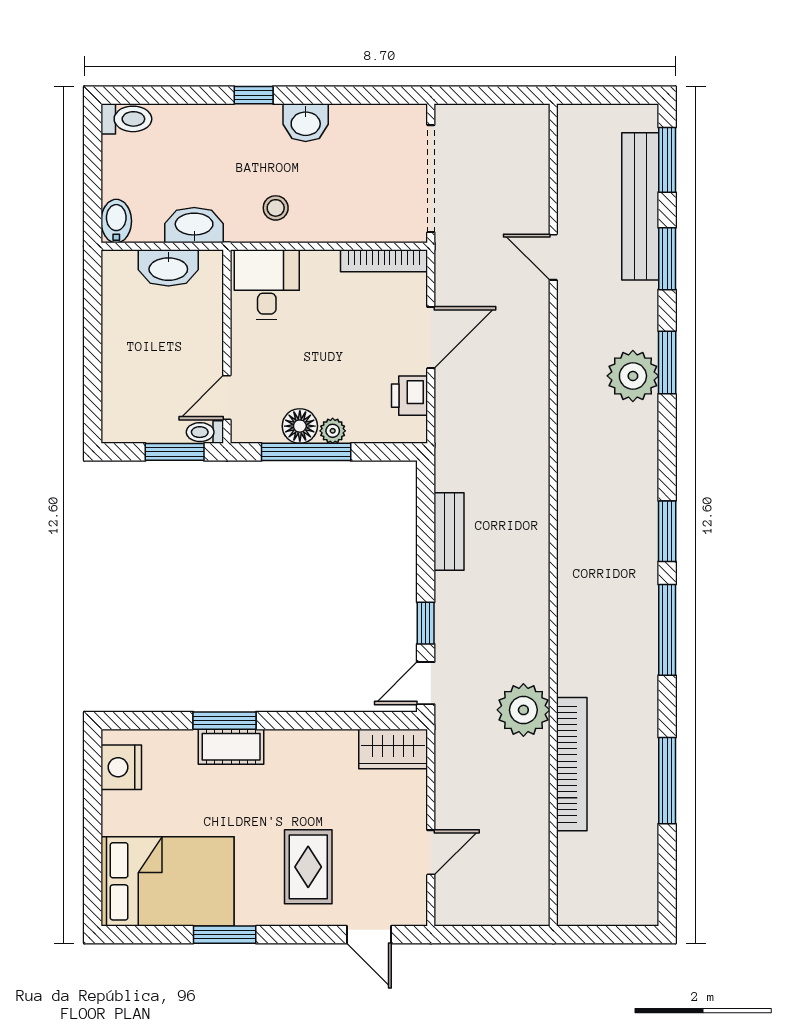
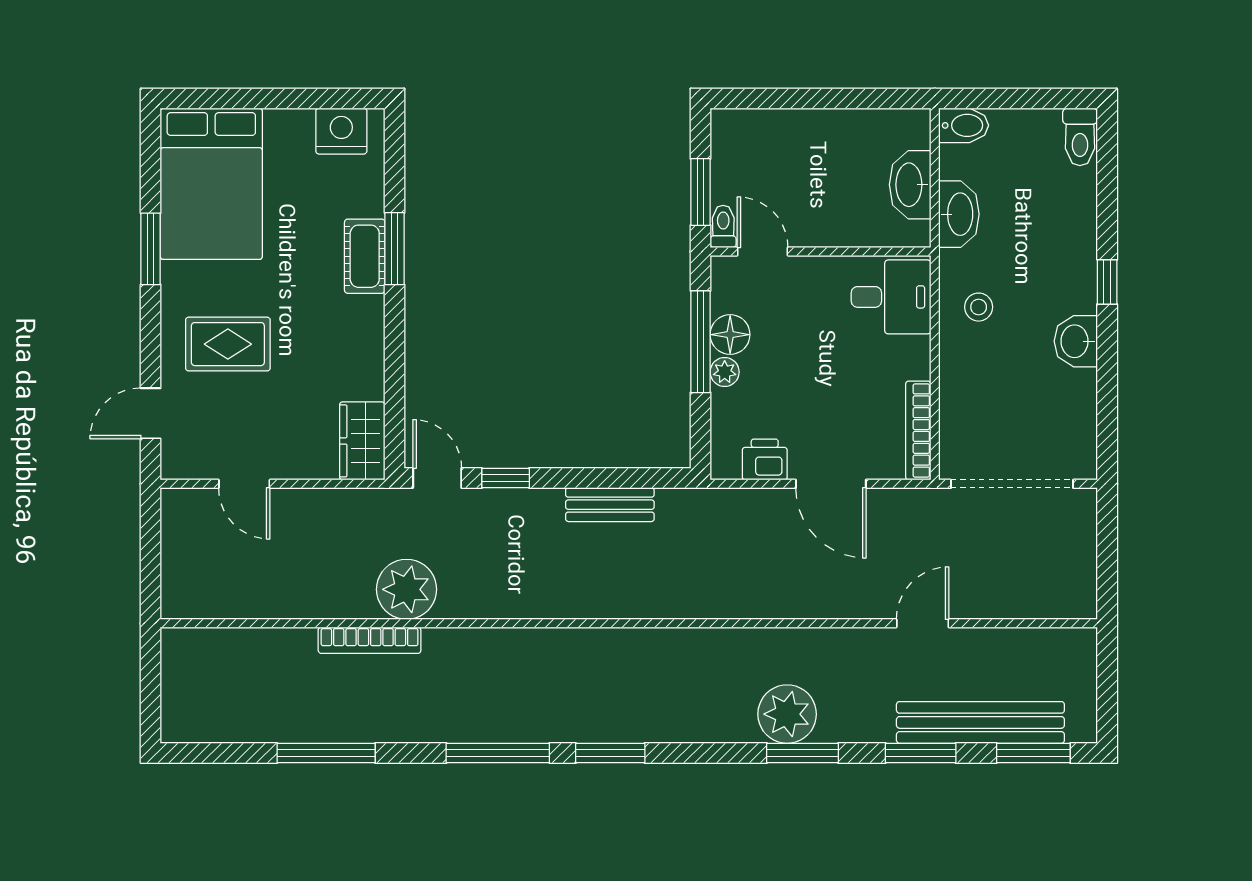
bookcase: (572, 764) -> (370, 640), width x0.68, depth x0.76

